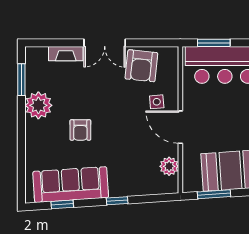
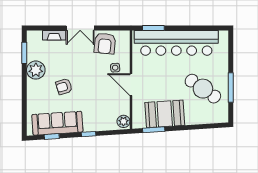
armchair: (80, 130) -> (64, 87), turned 73
plant: (169, 166) -> (123, 121), moved

